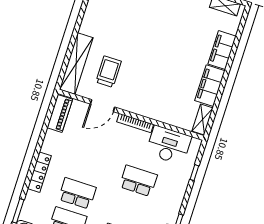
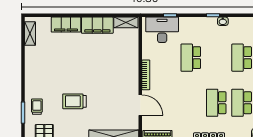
trolley: (109, 72) -> (74, 101), moved
desk: (169, 145) -> (162, 30), moved, turned 90

